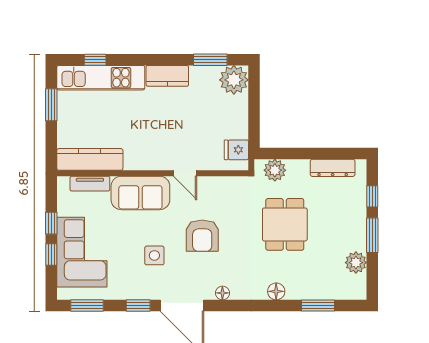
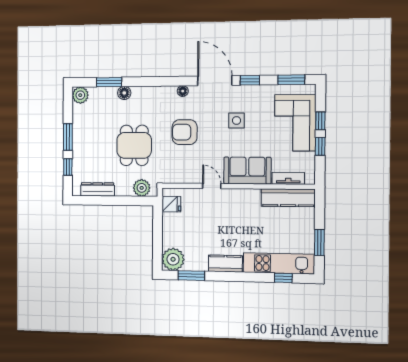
armchair: (202, 236) -> (185, 132), moved, turned -90
plant: (356, 263) -> (80, 95), moved
floor lamp: (276, 291) -> (124, 93), moved

